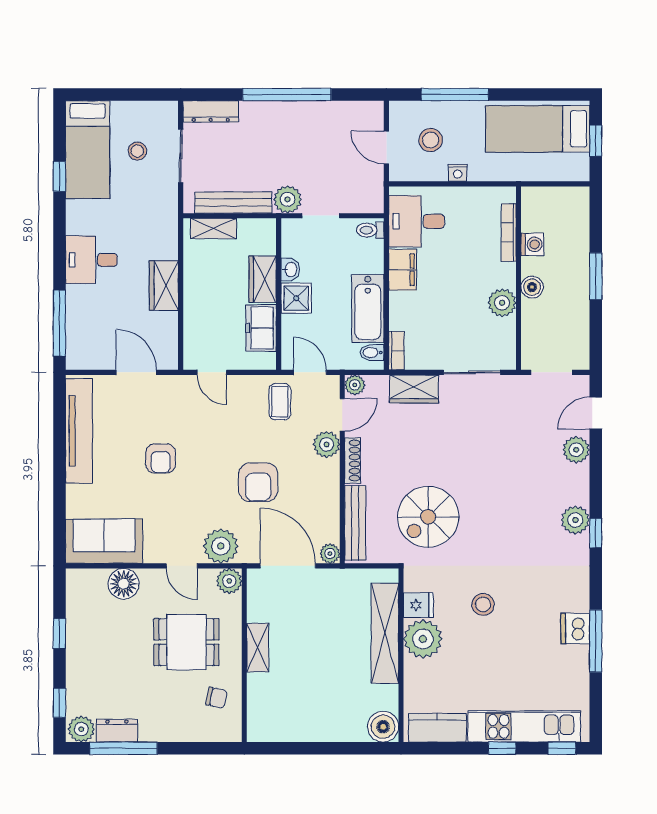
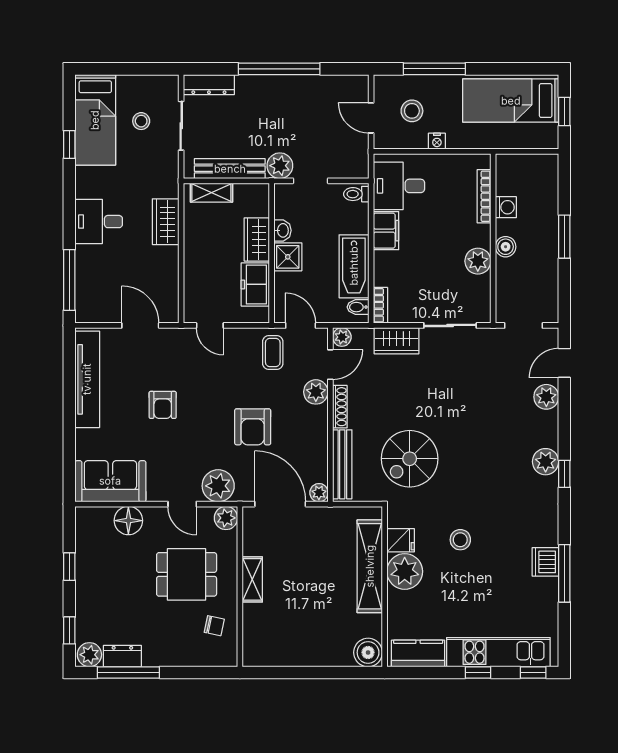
wardrobe: (164, 285) -> (166, 222), moved

